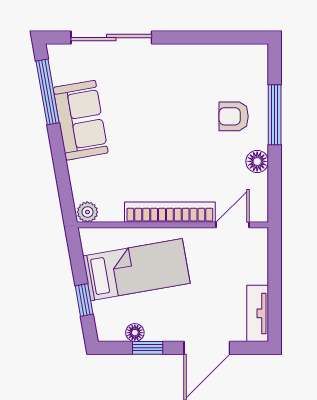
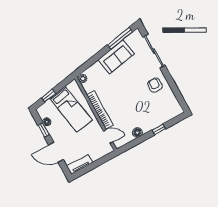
window: (275, 115) -> (159, 129), width x0.46
armchair: (234, 116) -> (155, 85), moved

